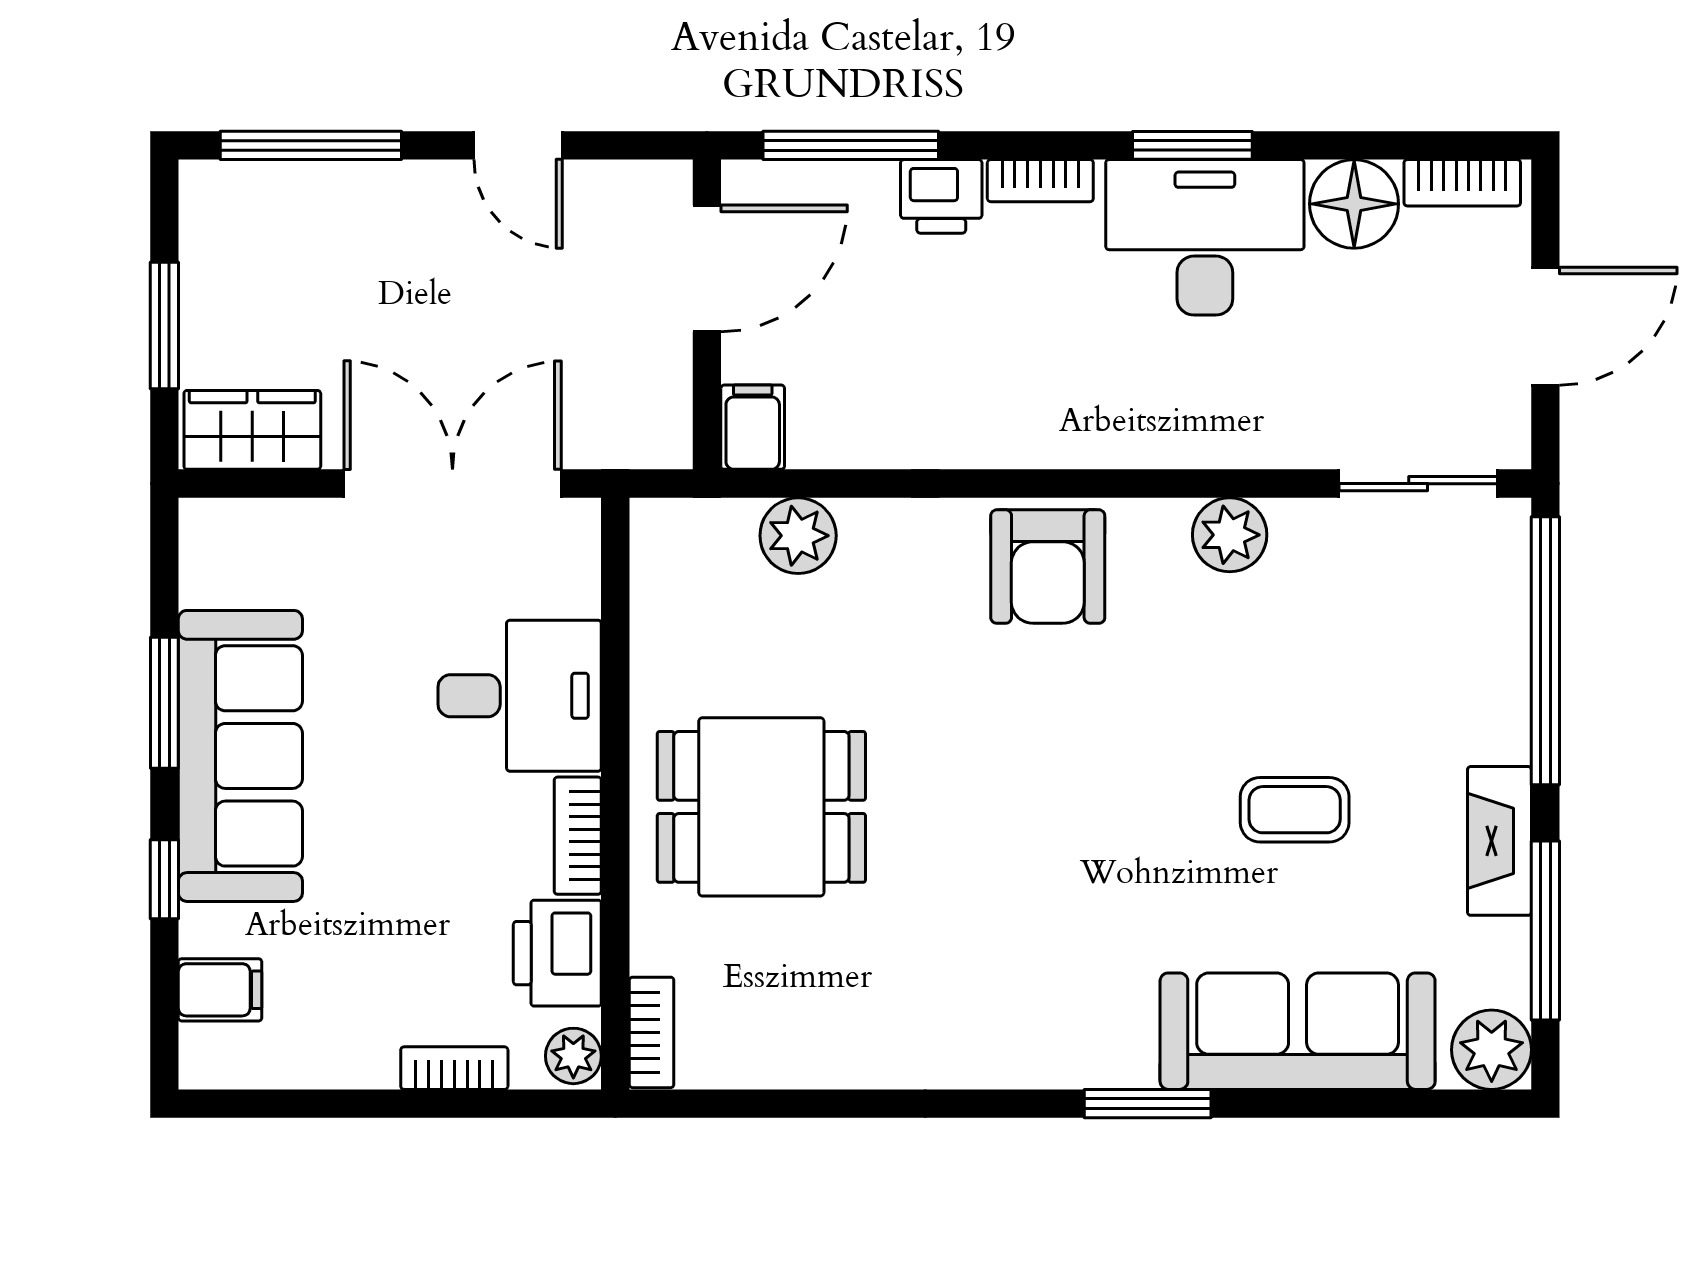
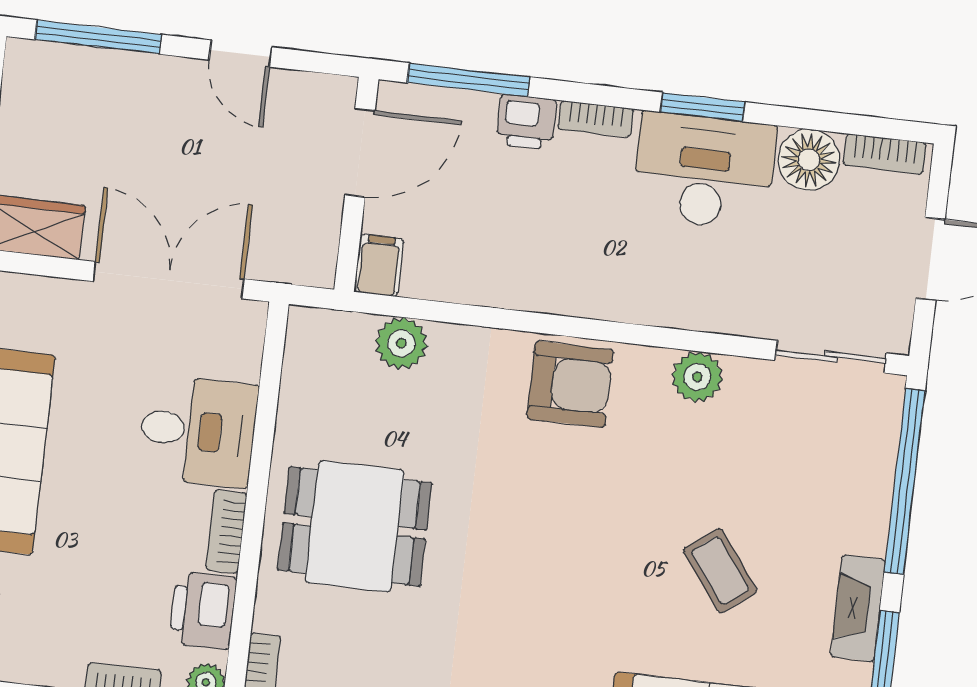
armchair: (1048, 567) -> (570, 384), turned -90
coffee table: (1295, 810) -> (720, 571), turned 53

